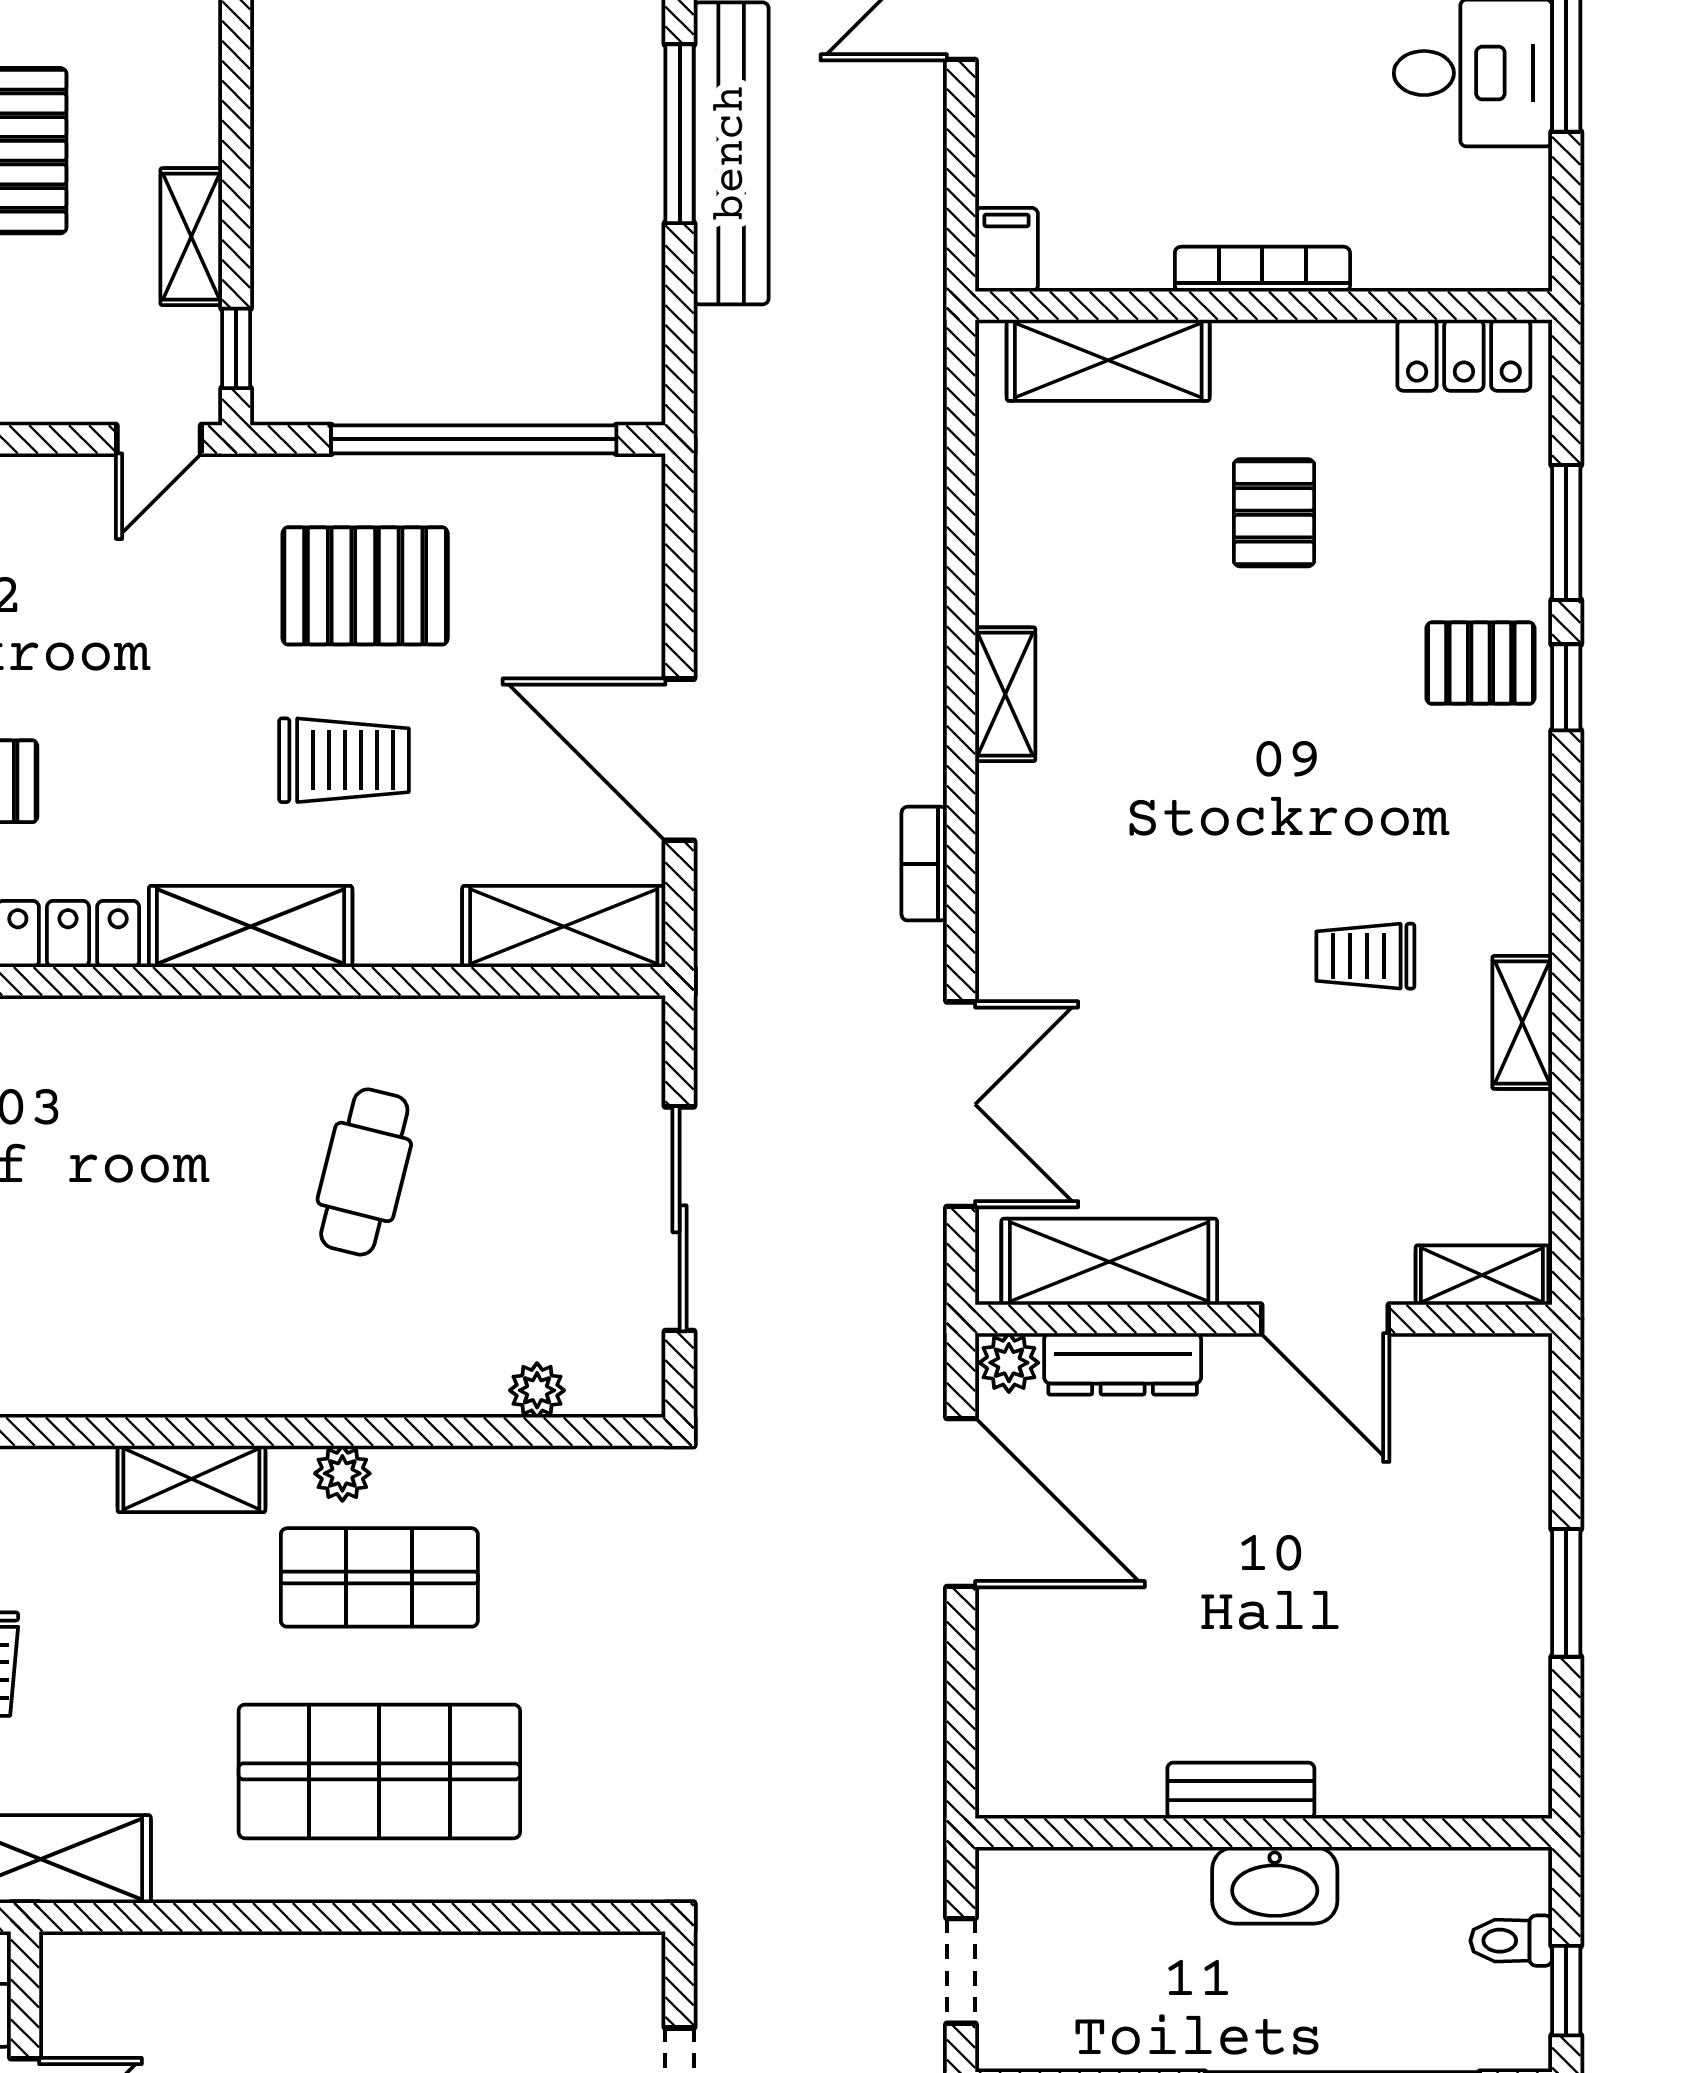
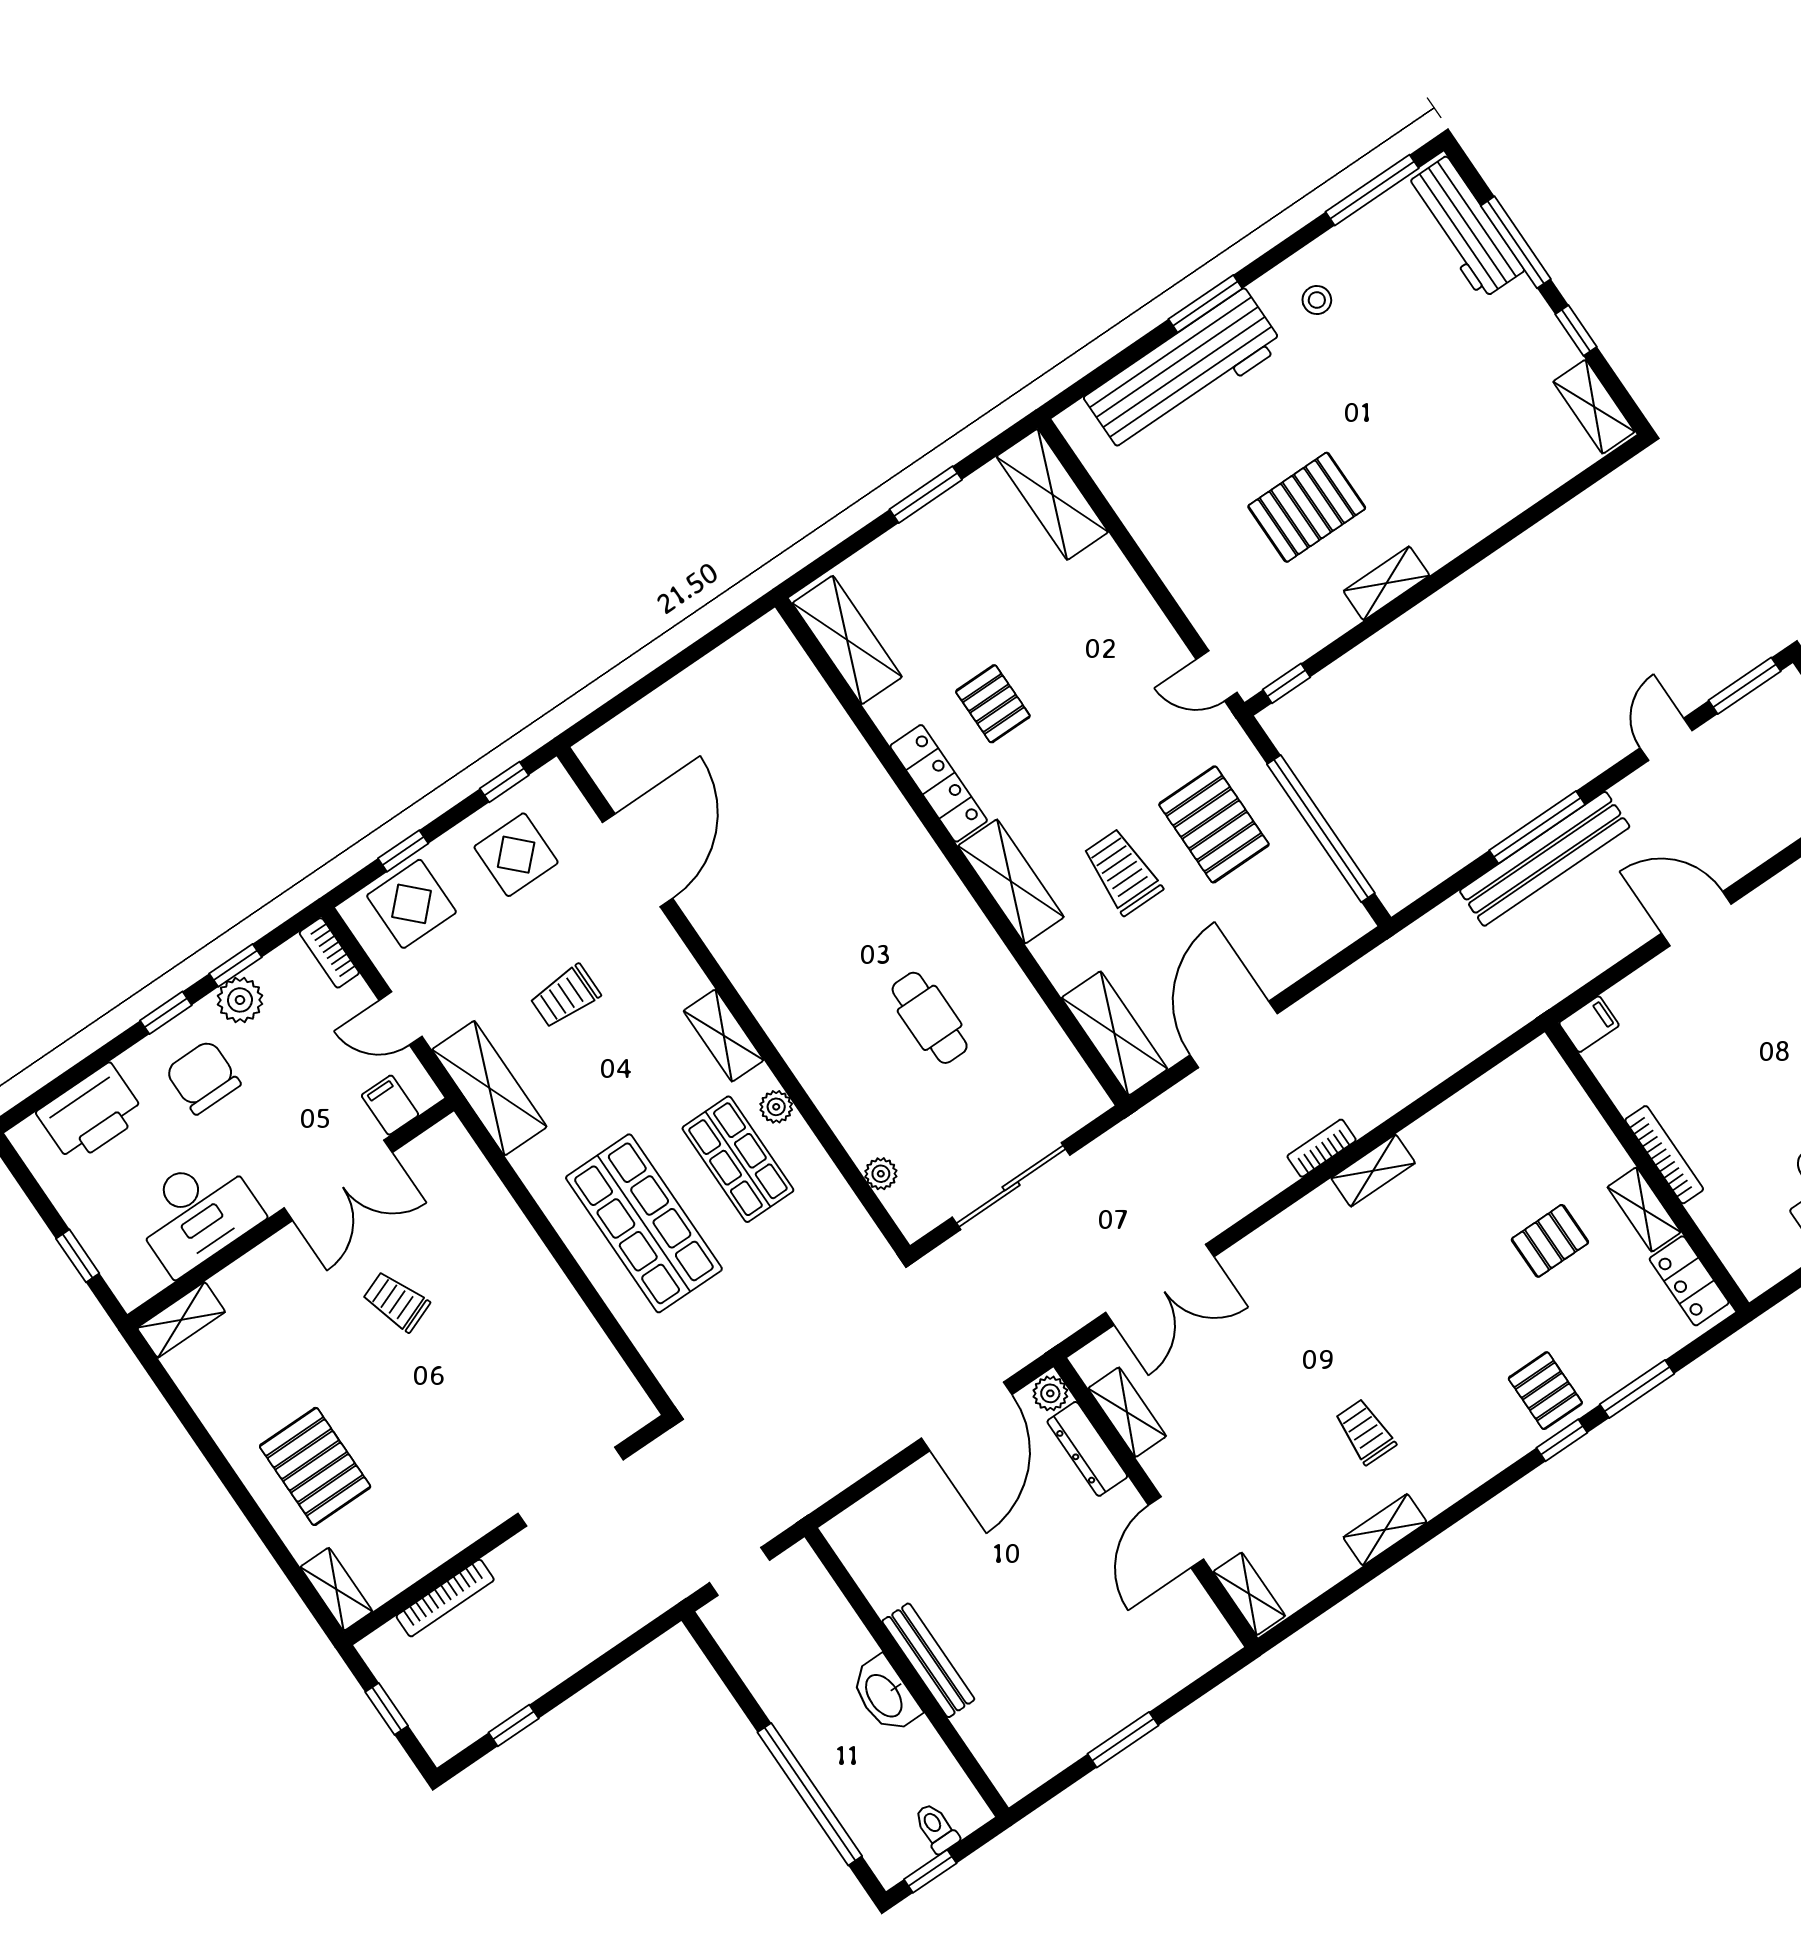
shelving: (191, 237) -> (1386, 583), moved
shelving: (1108, 360) -> (1644, 1210), moved, width x0.67, depth x0.75
trolley: (344, 760) -> (1122, 872), turned 180
bookcase: (924, 864) -> (1322, 1148), moved
cafe table: (364, 1172) -> (930, 1018), turned 76
shelving: (1109, 1262) -> (1127, 1412), width x0.67, depth x0.75
bench: (1241, 1791) -> (928, 1660), width x1.36

